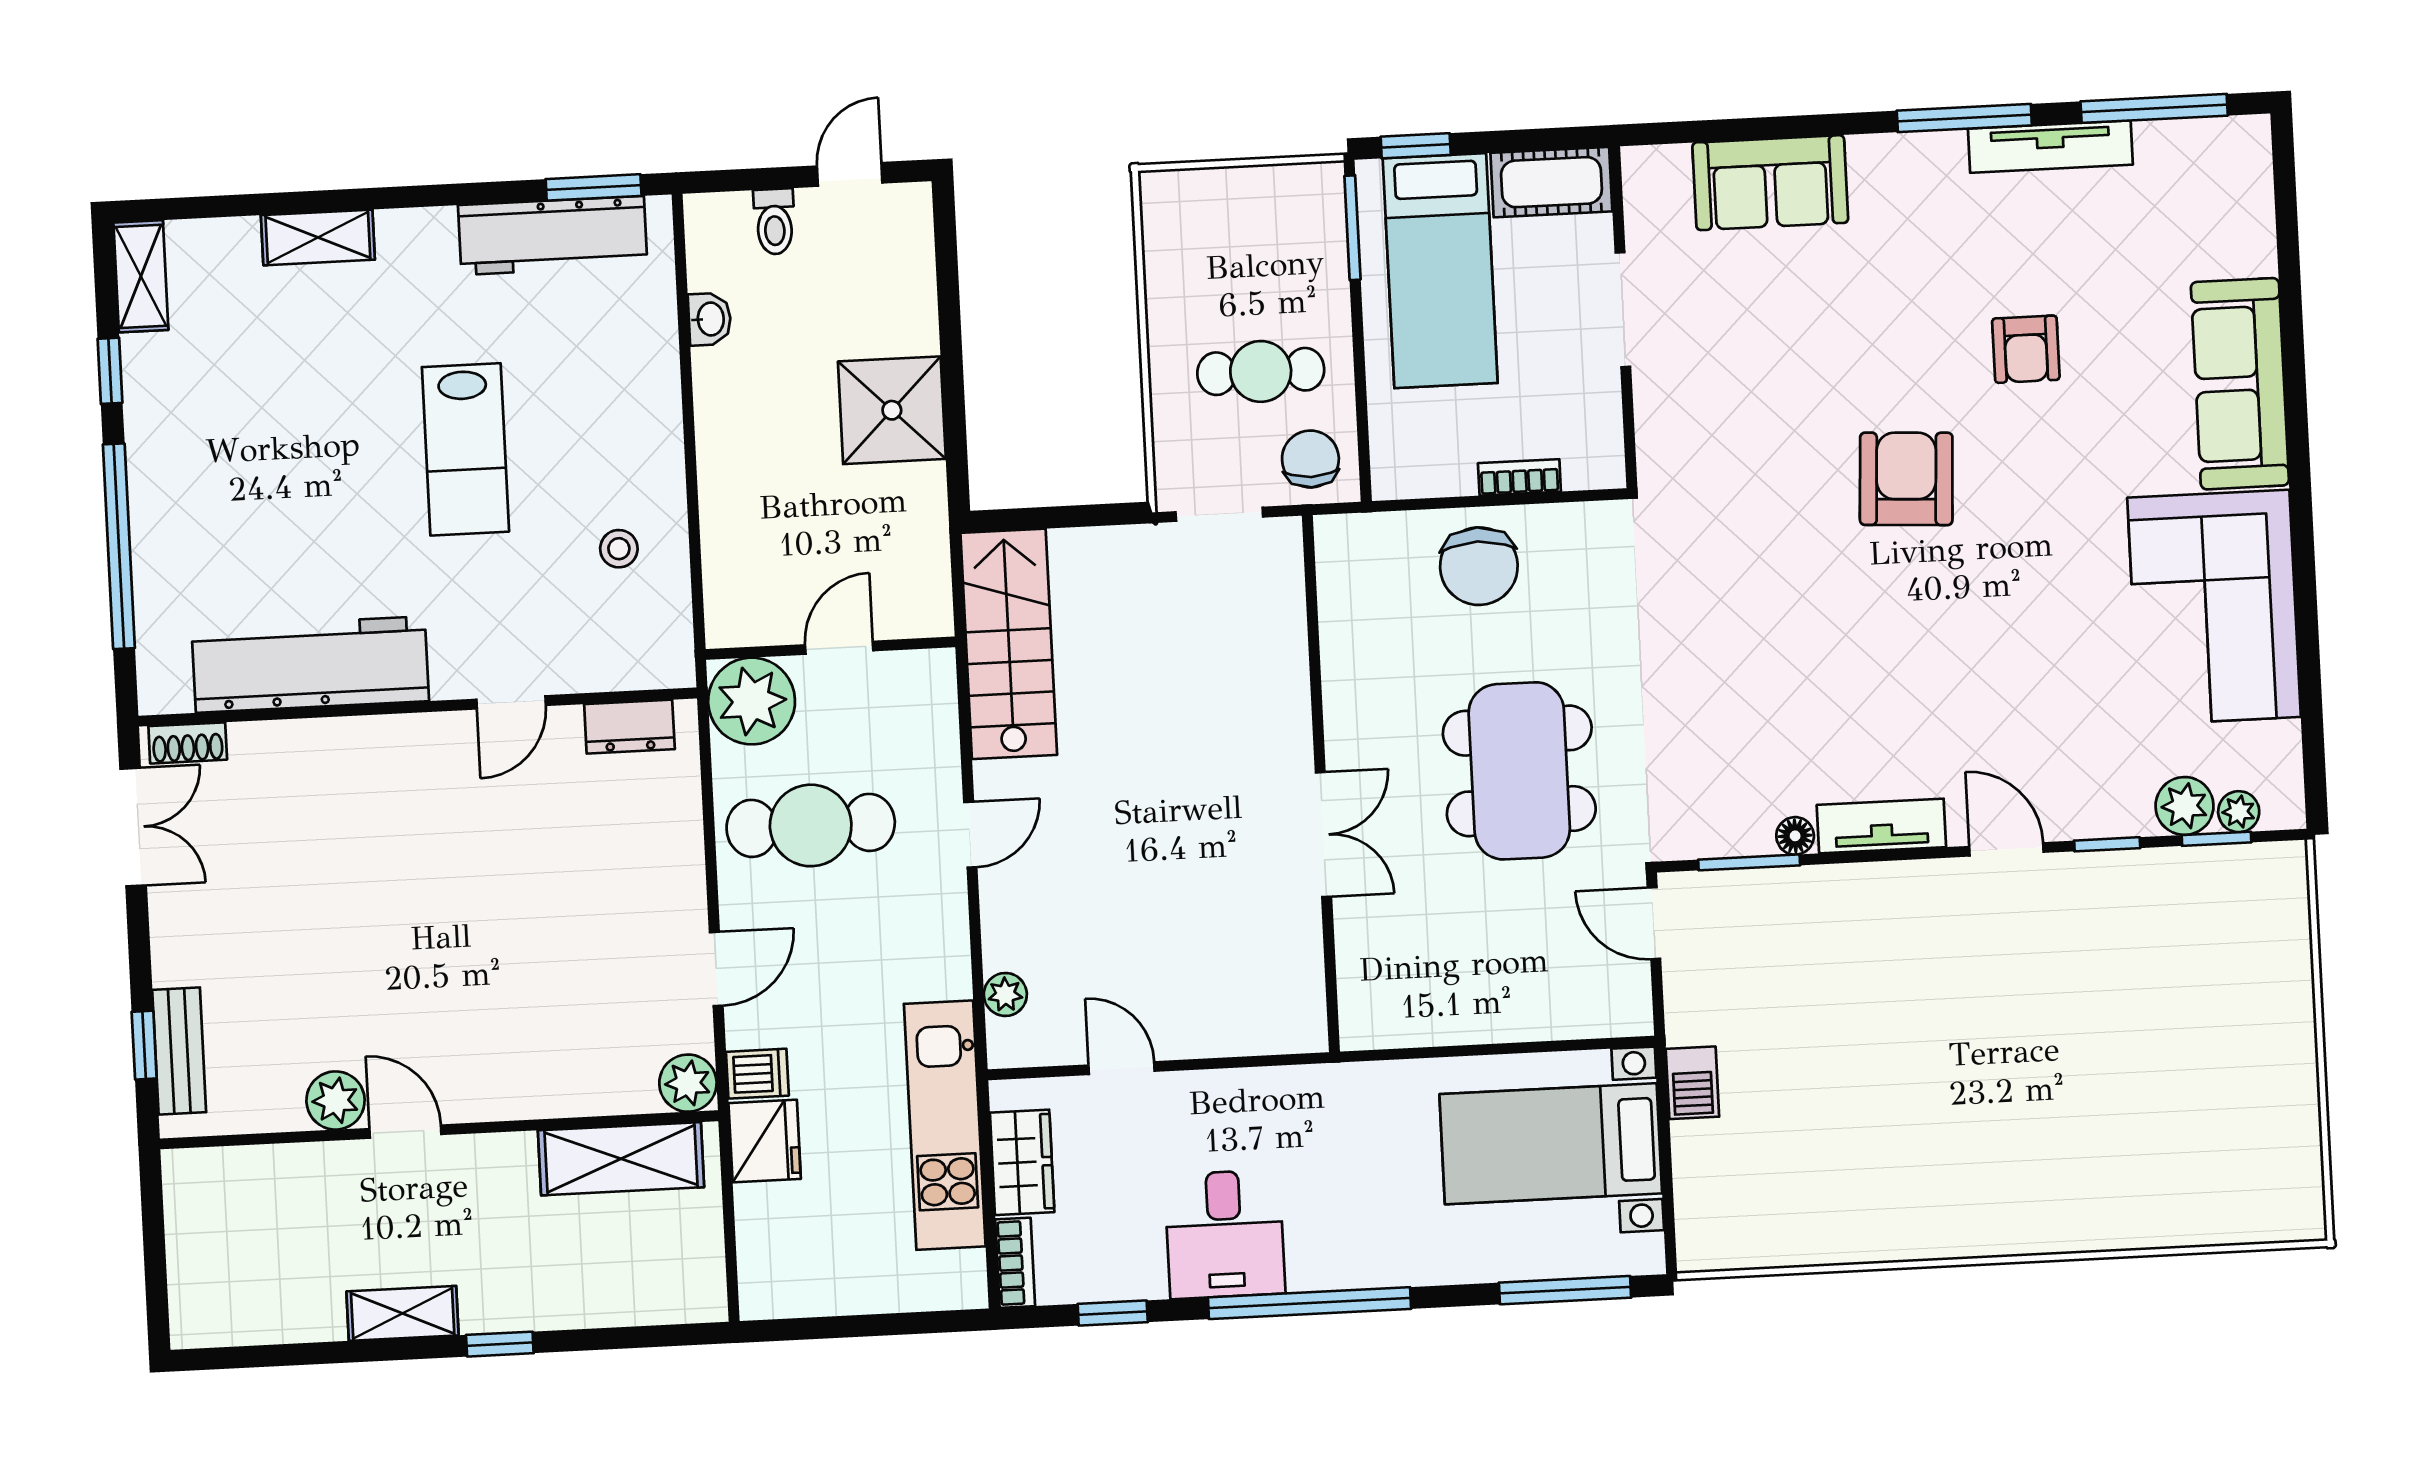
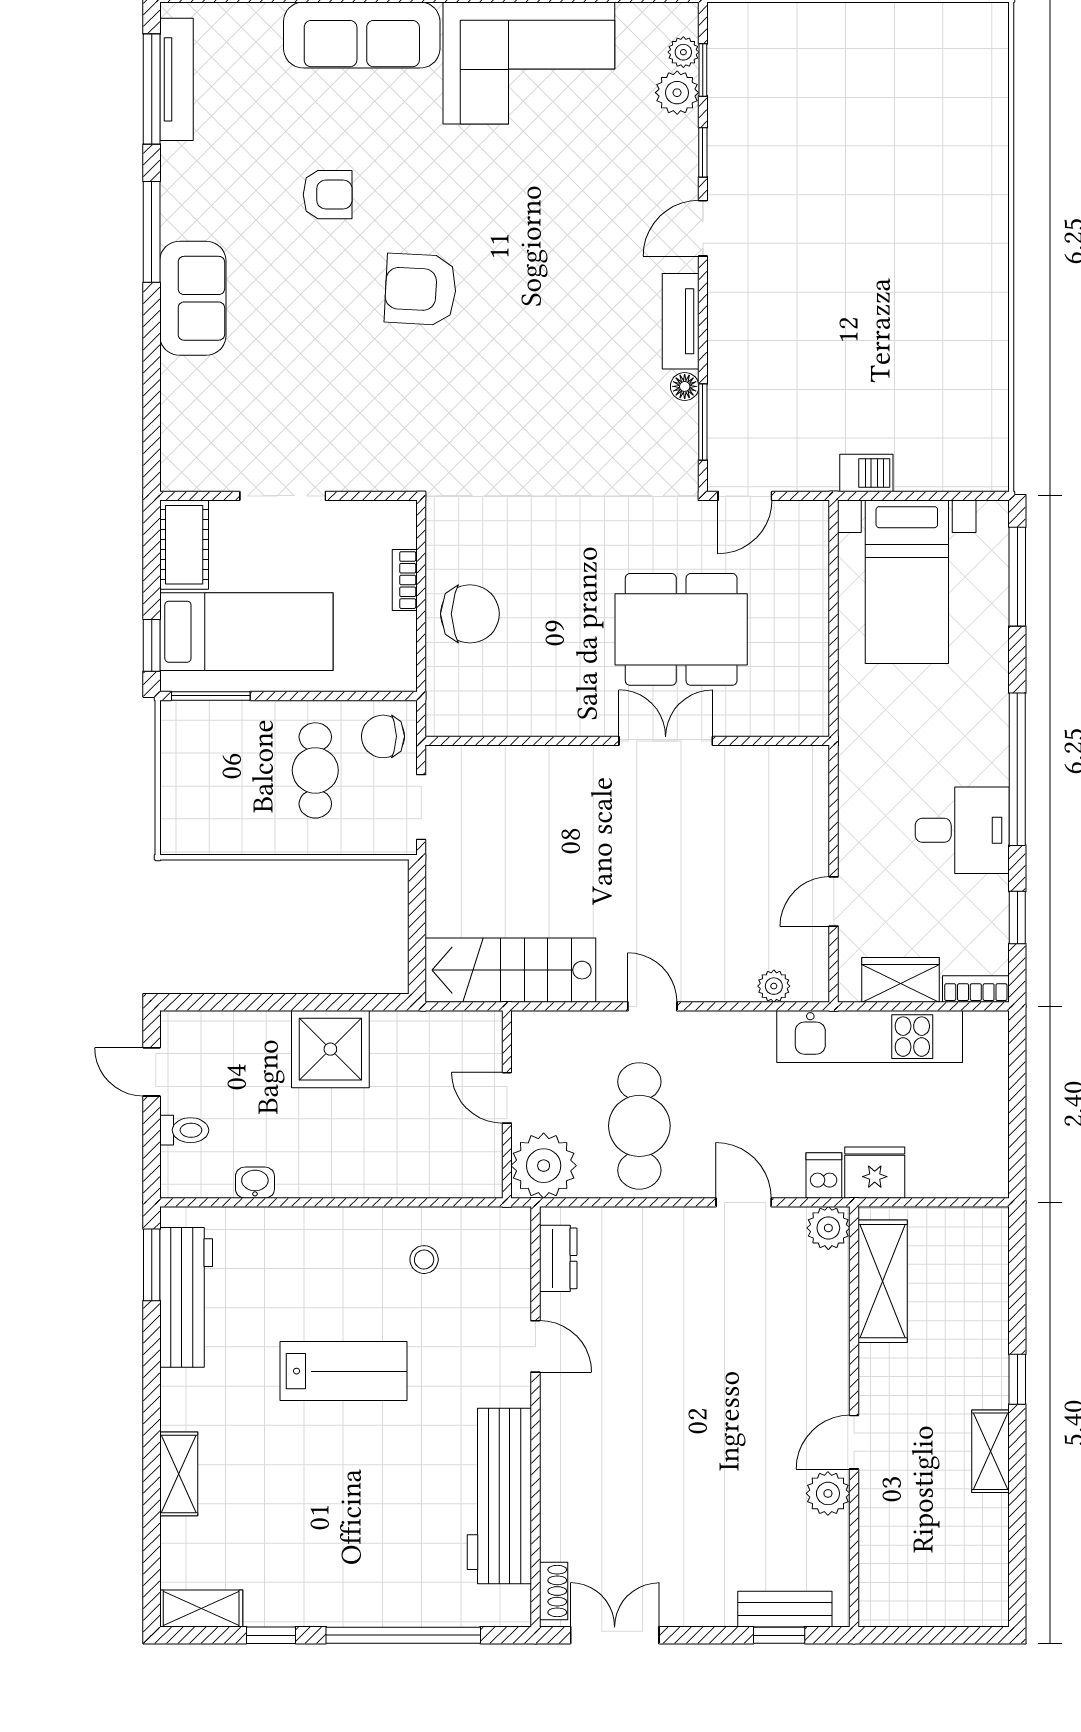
tv unit: (2050, 147) -> (176, 79), moved
sofa: (1770, 183) -> (193, 298), moved
dining table: (1519, 771) -> (681, 629), moved

